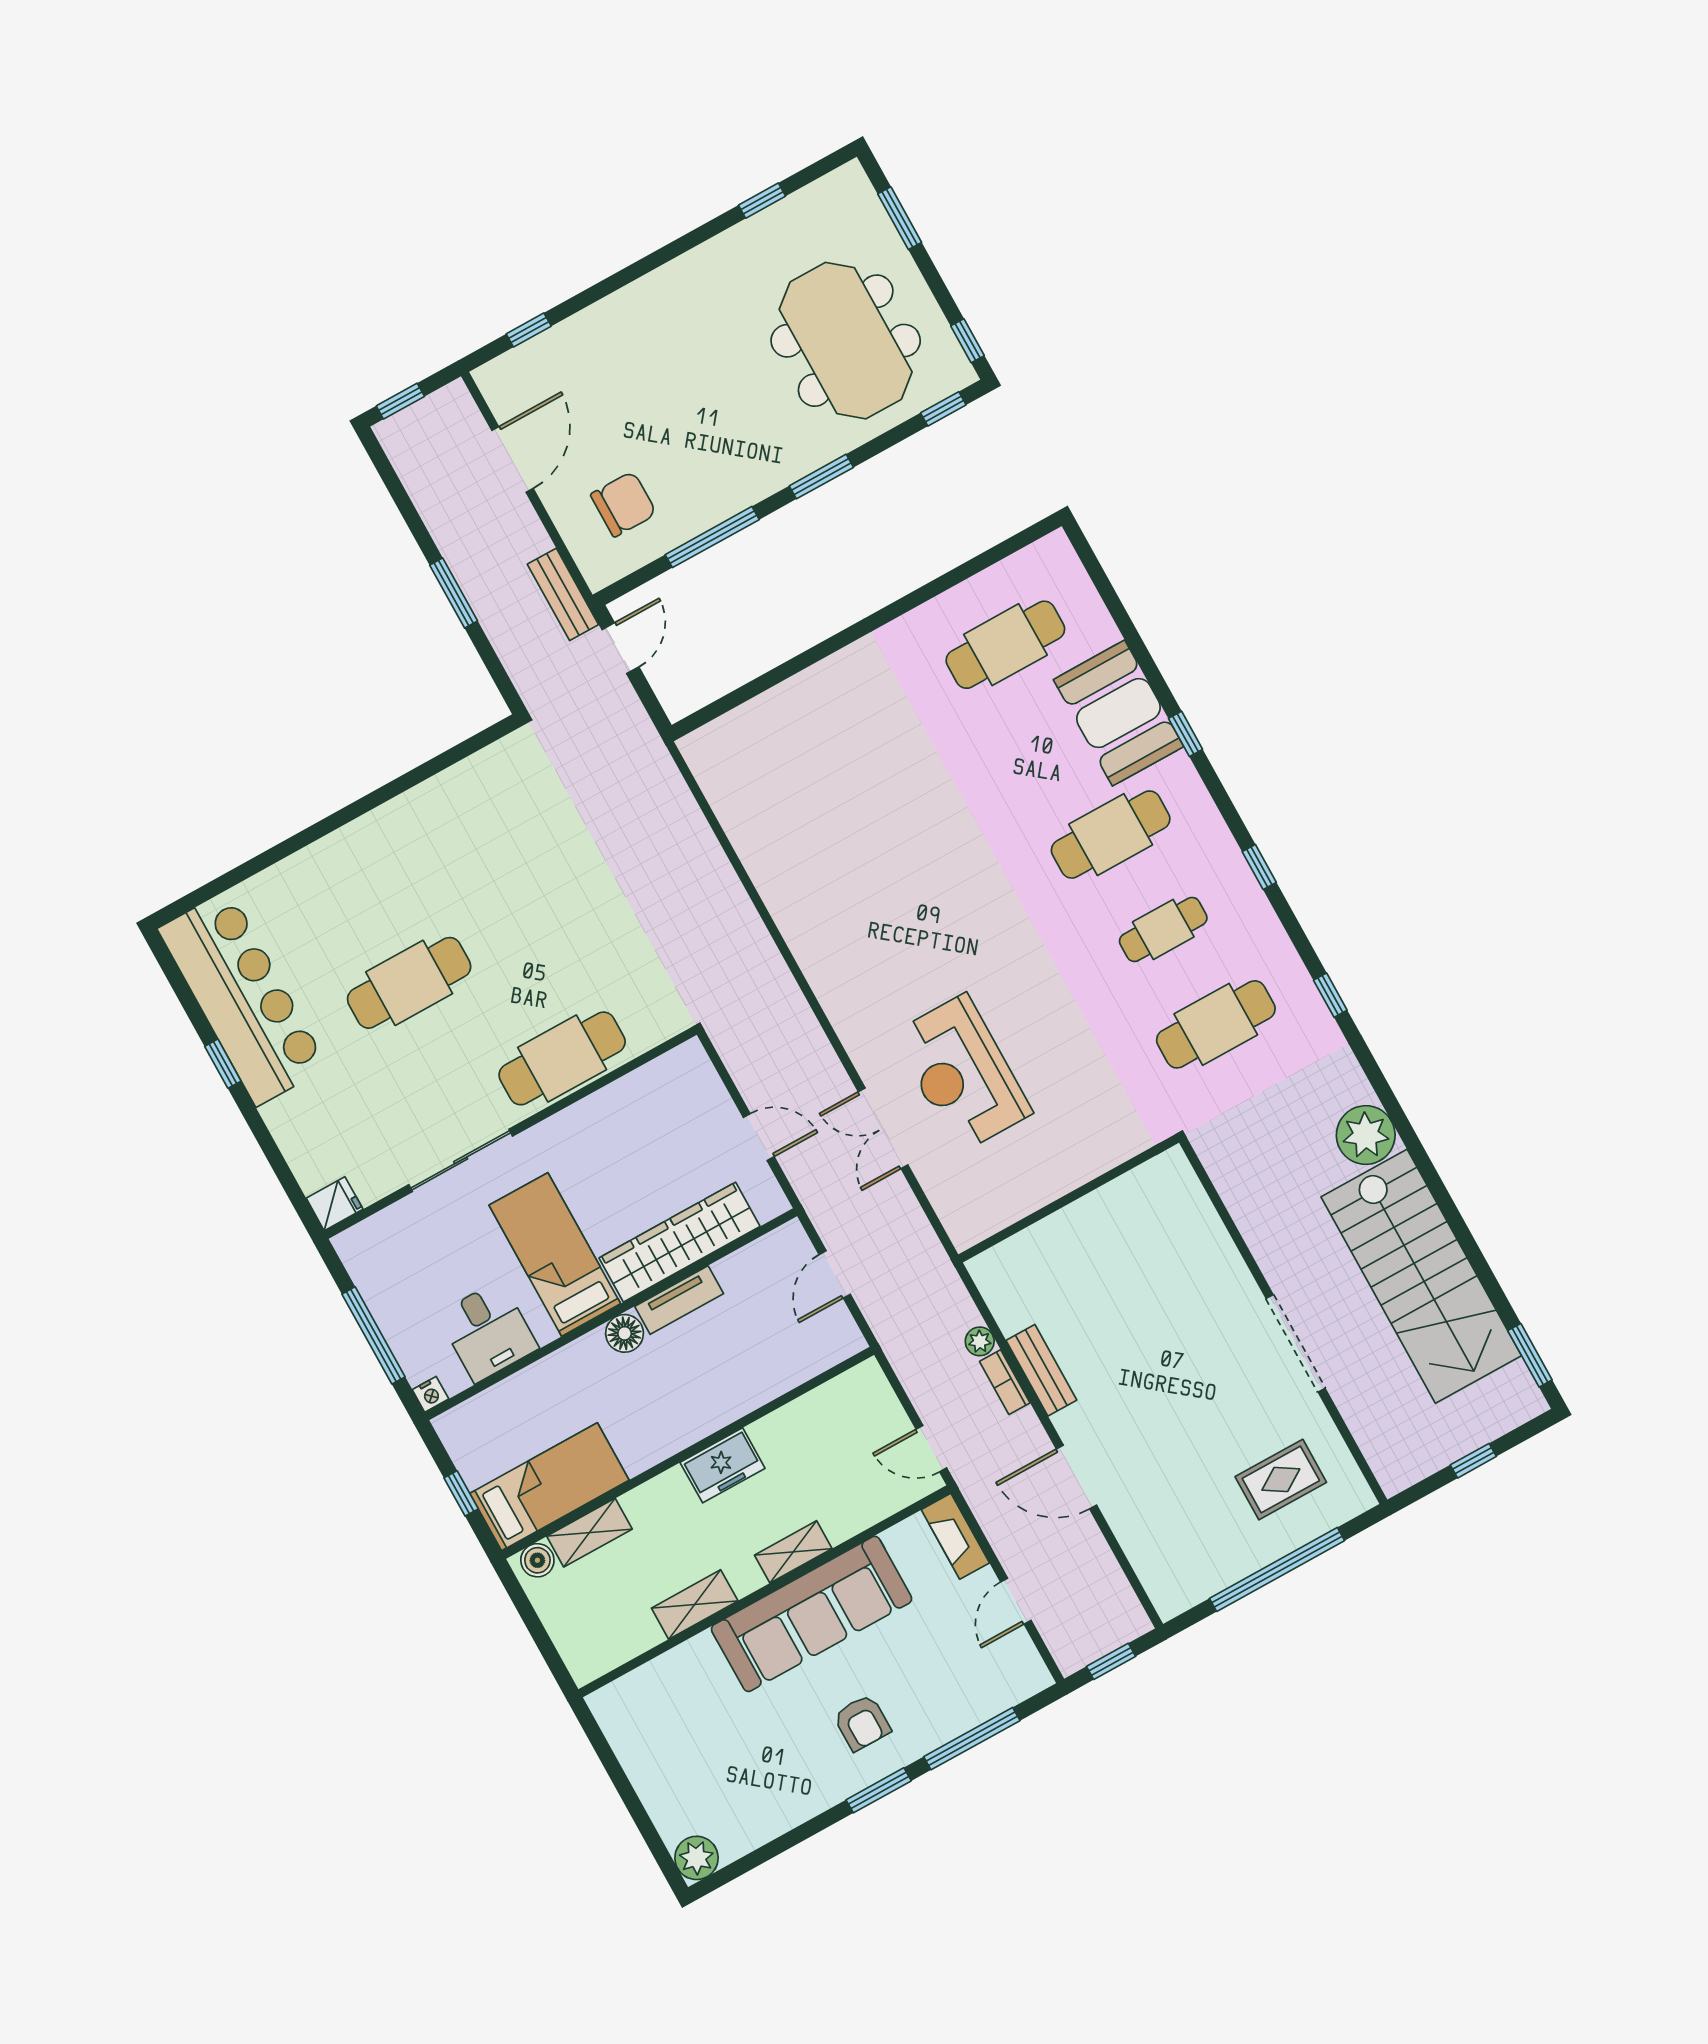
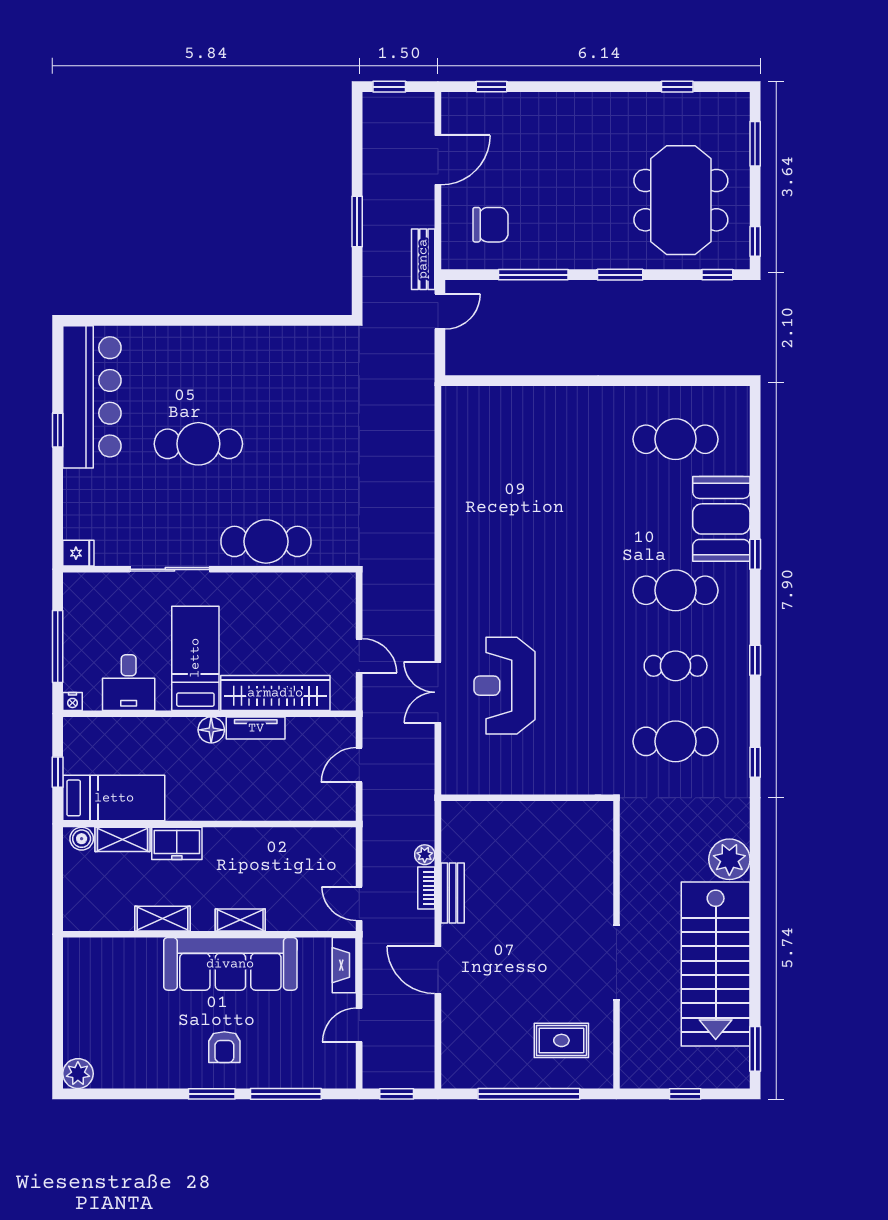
freezer: (723, 1465) -> (177, 843), moved

